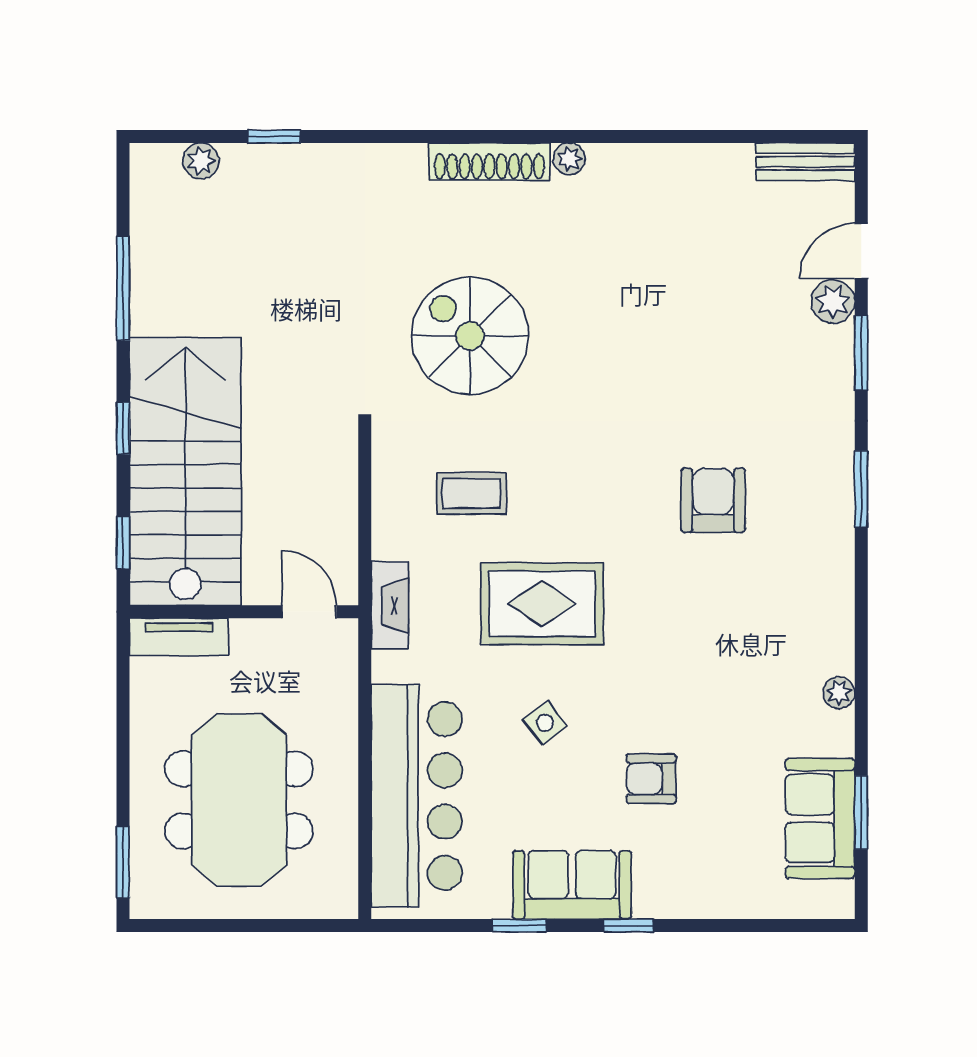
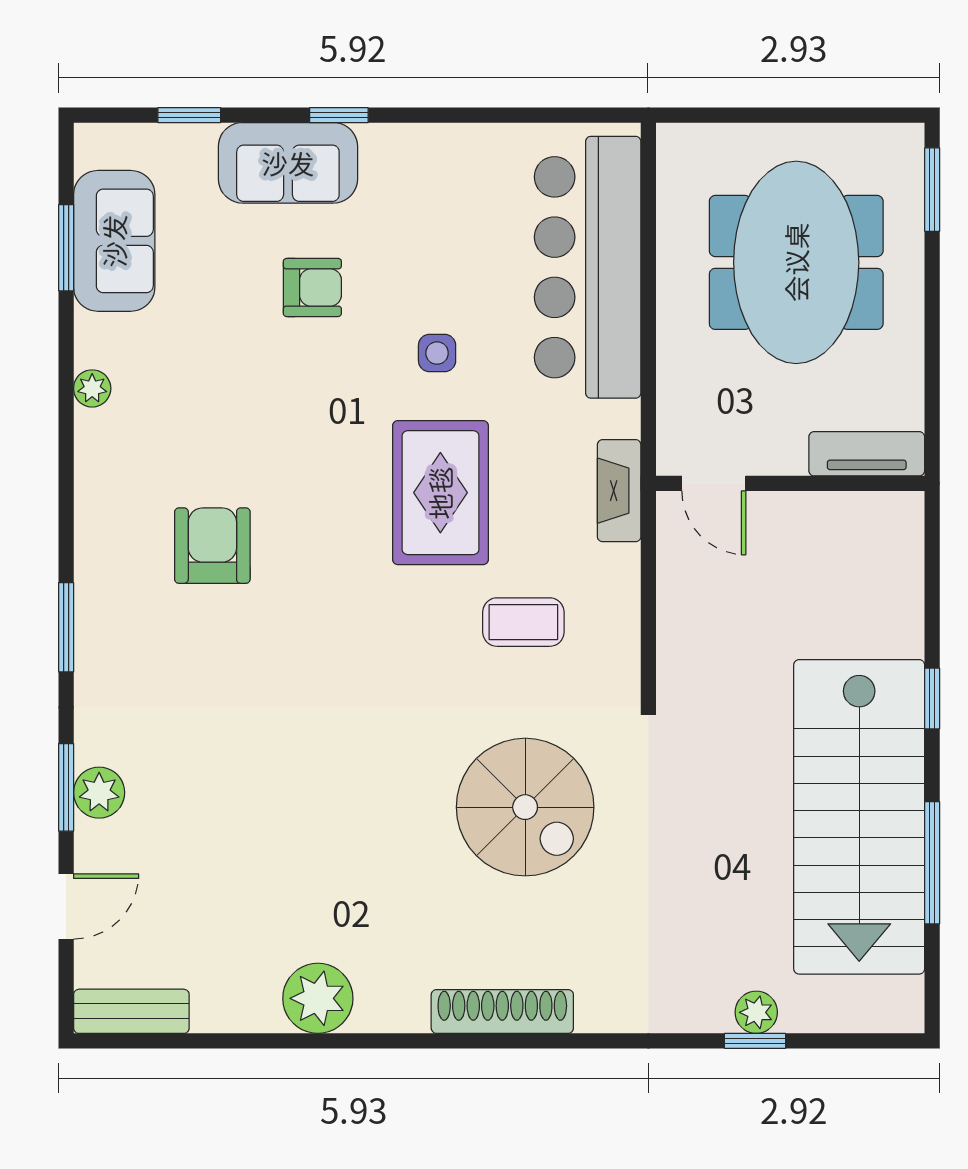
plant: (569, 159) -> (318, 998), moved, width x1.88, depth x1.88
plant: (201, 161) -> (756, 1012), moved
plant: (833, 302) -> (99, 793), moved
stairs: (185, 471) -> (859, 817), moved
armchair: (713, 500) -> (212, 546), moved, turned 180
window: (123, 543) -> (932, 564), removed
rug: (542, 604) -> (440, 493), turned 90
side table: (545, 723) -> (437, 353), turned 37
sofa: (572, 885) -> (288, 163), moved
window: (519, 926) -> (189, 115), moved

